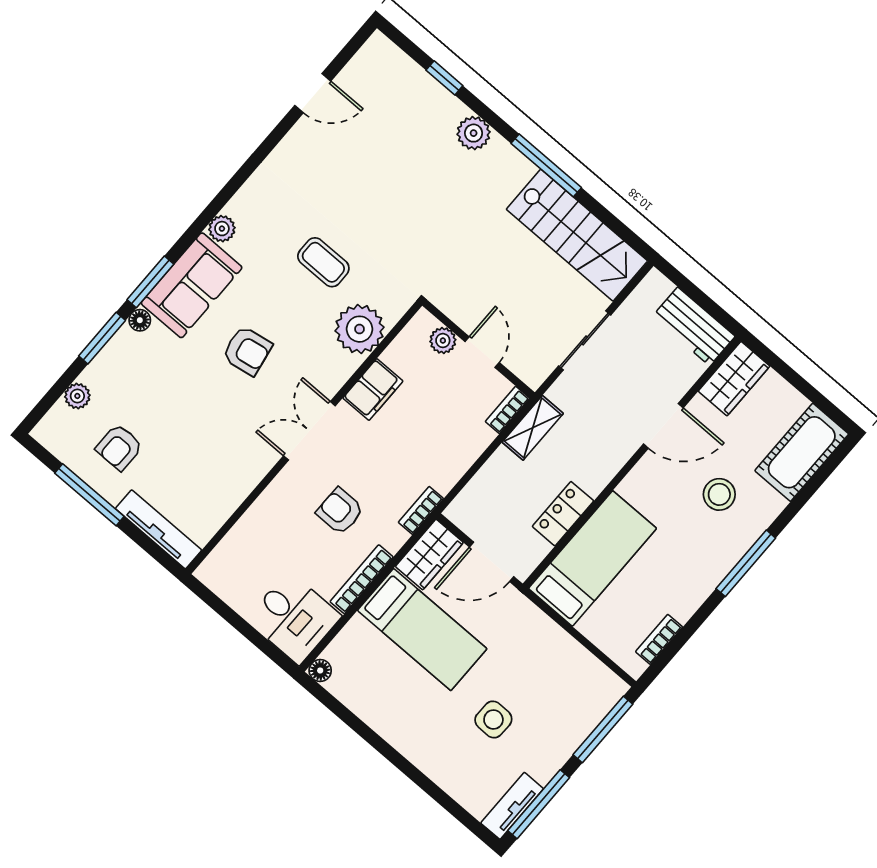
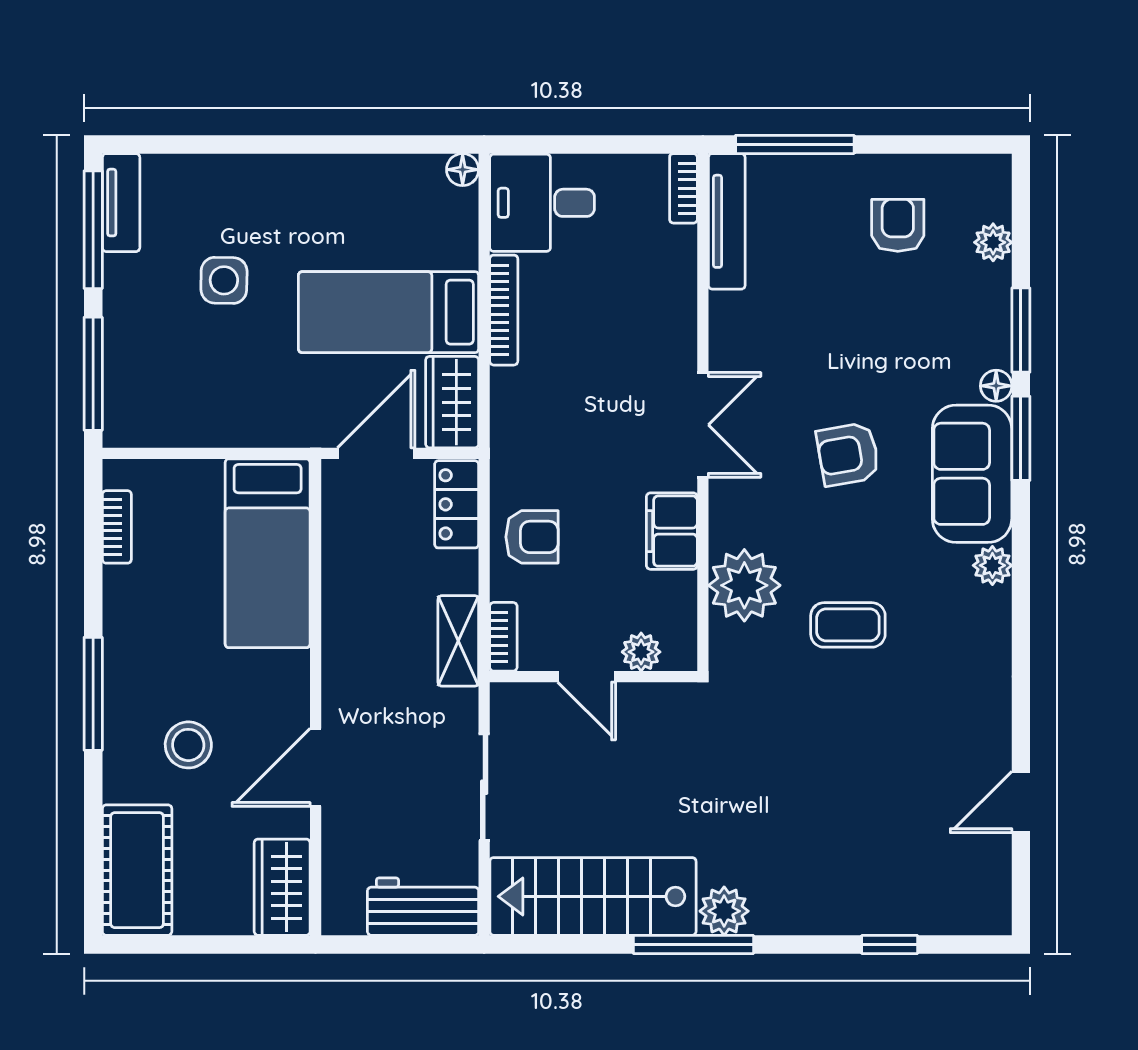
plant: (474, 133) -> (724, 911), moved
workbench: (694, 326) -> (423, 907), moved
window: (89, 495) -> (795, 144), moved
bookcase: (421, 510) -> (683, 188), moved, turned 180
armchair: (340, 511) -> (532, 537), moved
locker: (563, 514) -> (457, 504), moved, turned 180
tv unit: (158, 529) -> (727, 221), moved, turned -90

